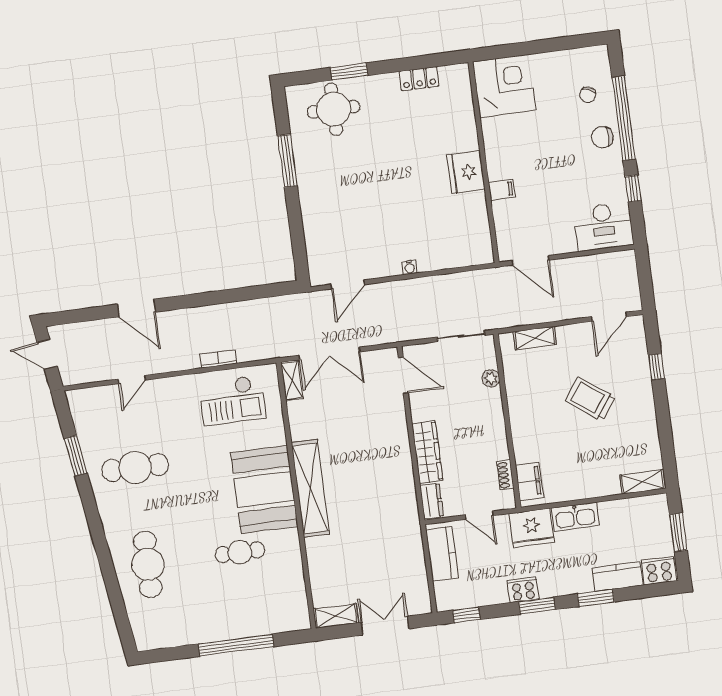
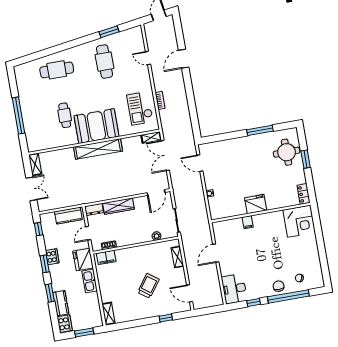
corner desk: (504, 86) -> (299, 221), moved
wall: (484, 162) -> (261, 213), moved
fridge: (466, 172) -> (256, 204), moved
filing cabinet: (502, 190) -> (248, 222), moved

